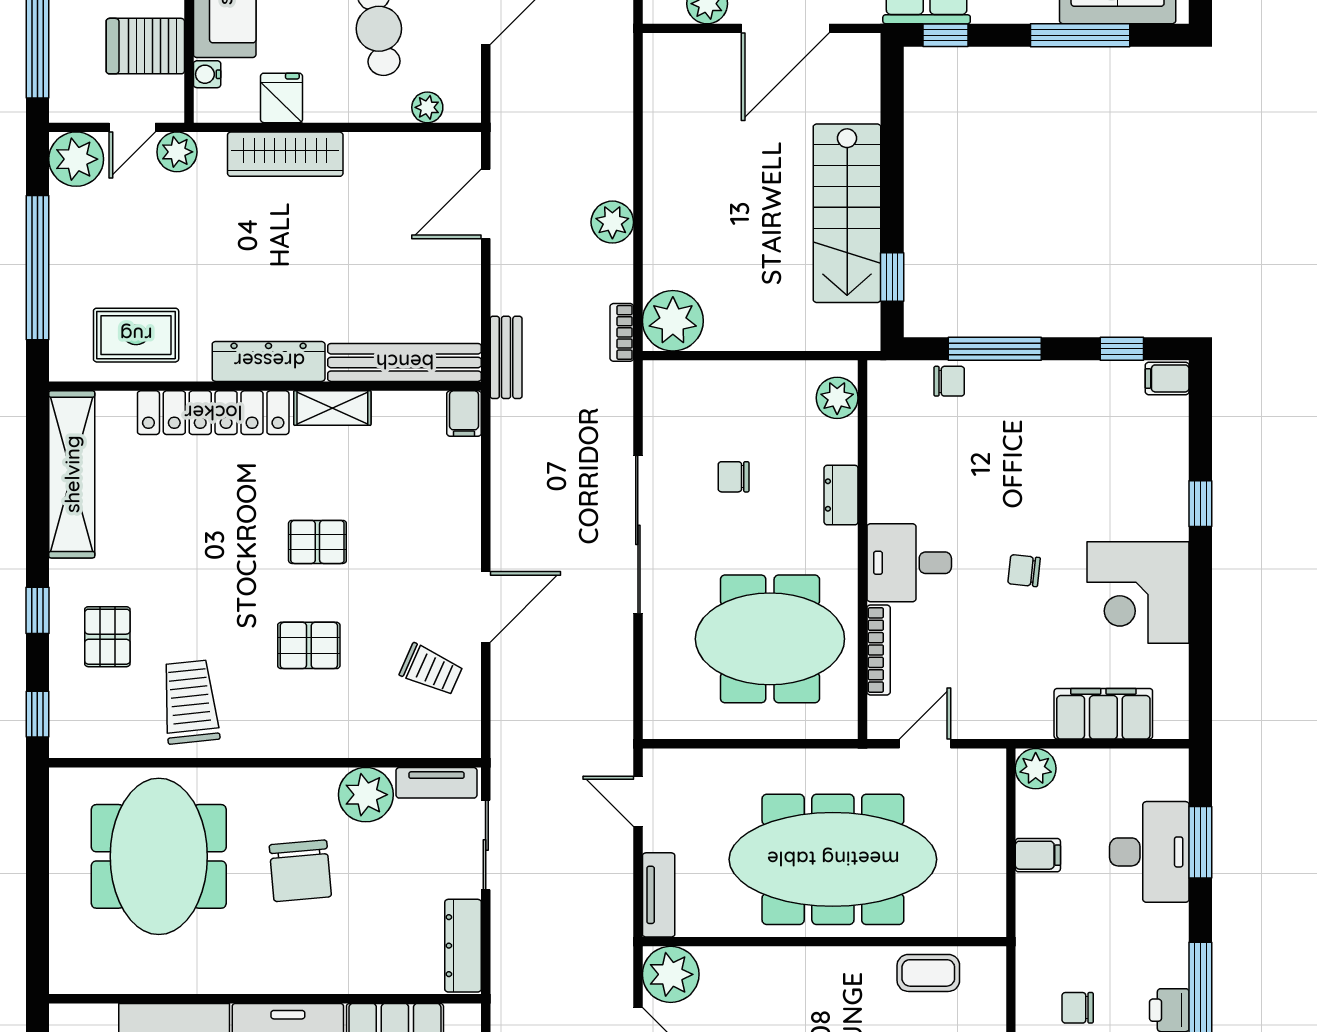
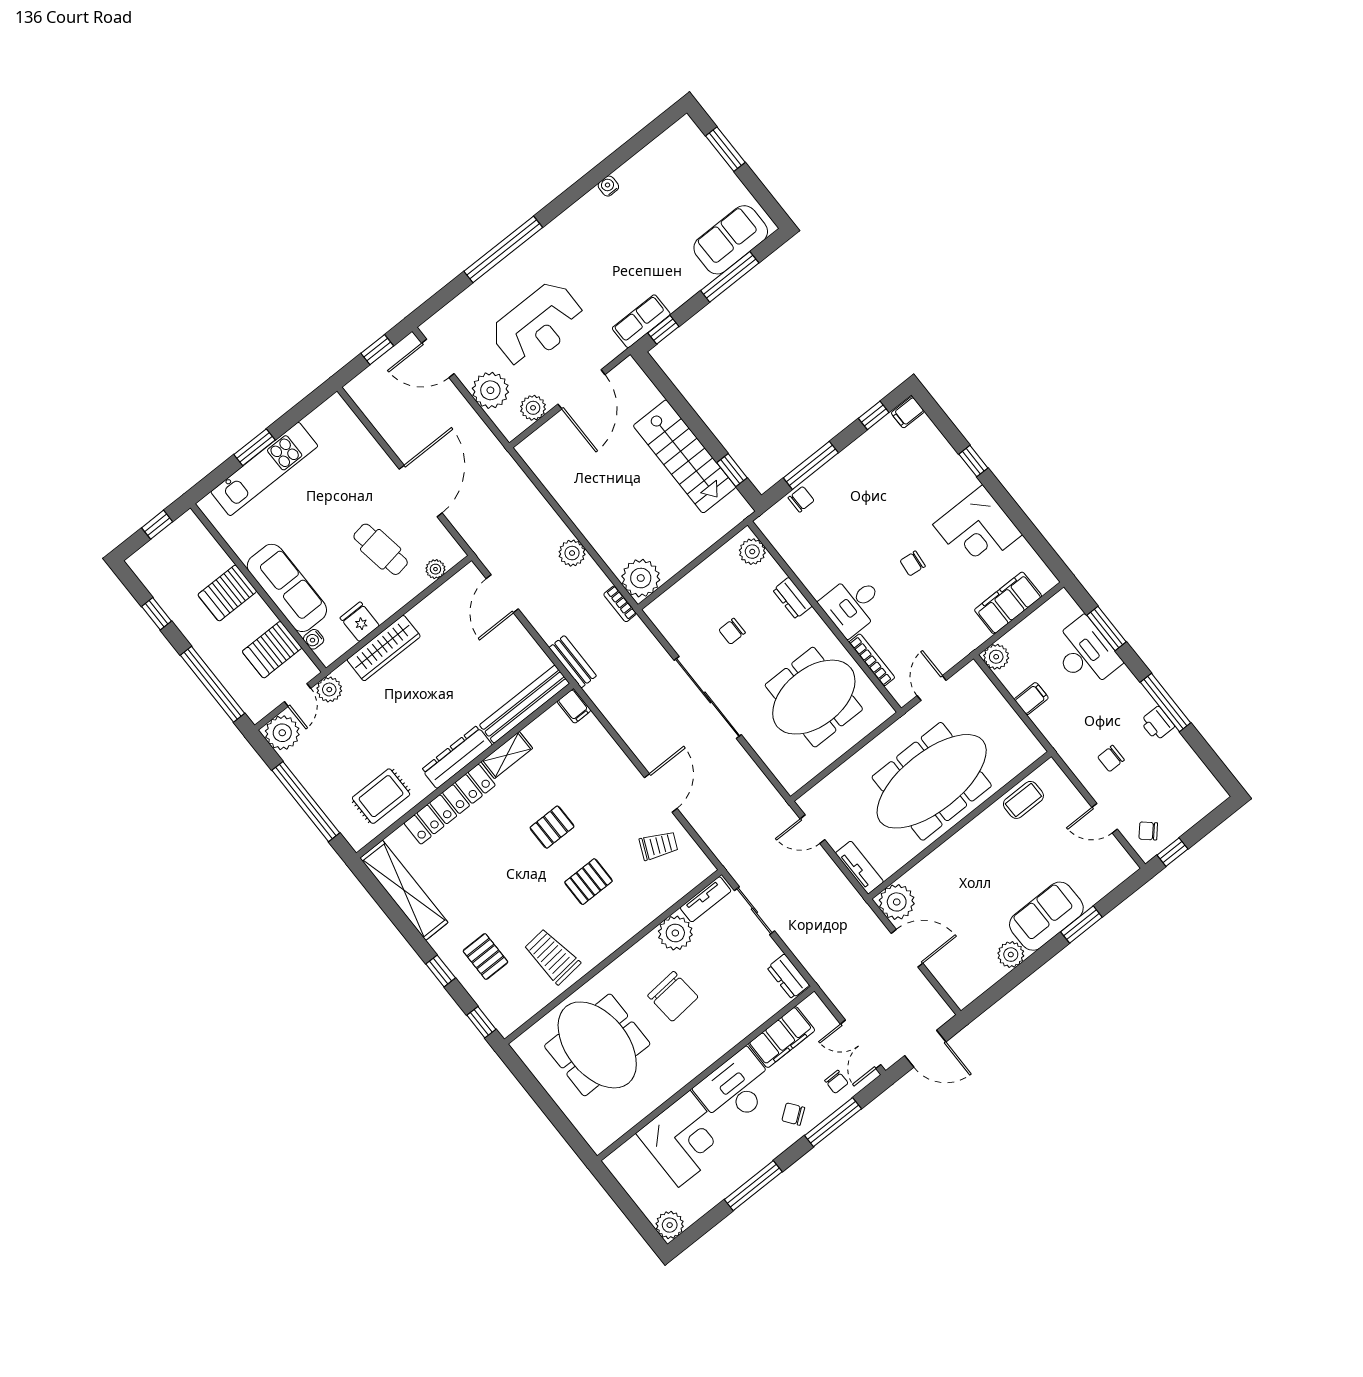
dresser: (463, 946) -> (788, 976), width x0.70

